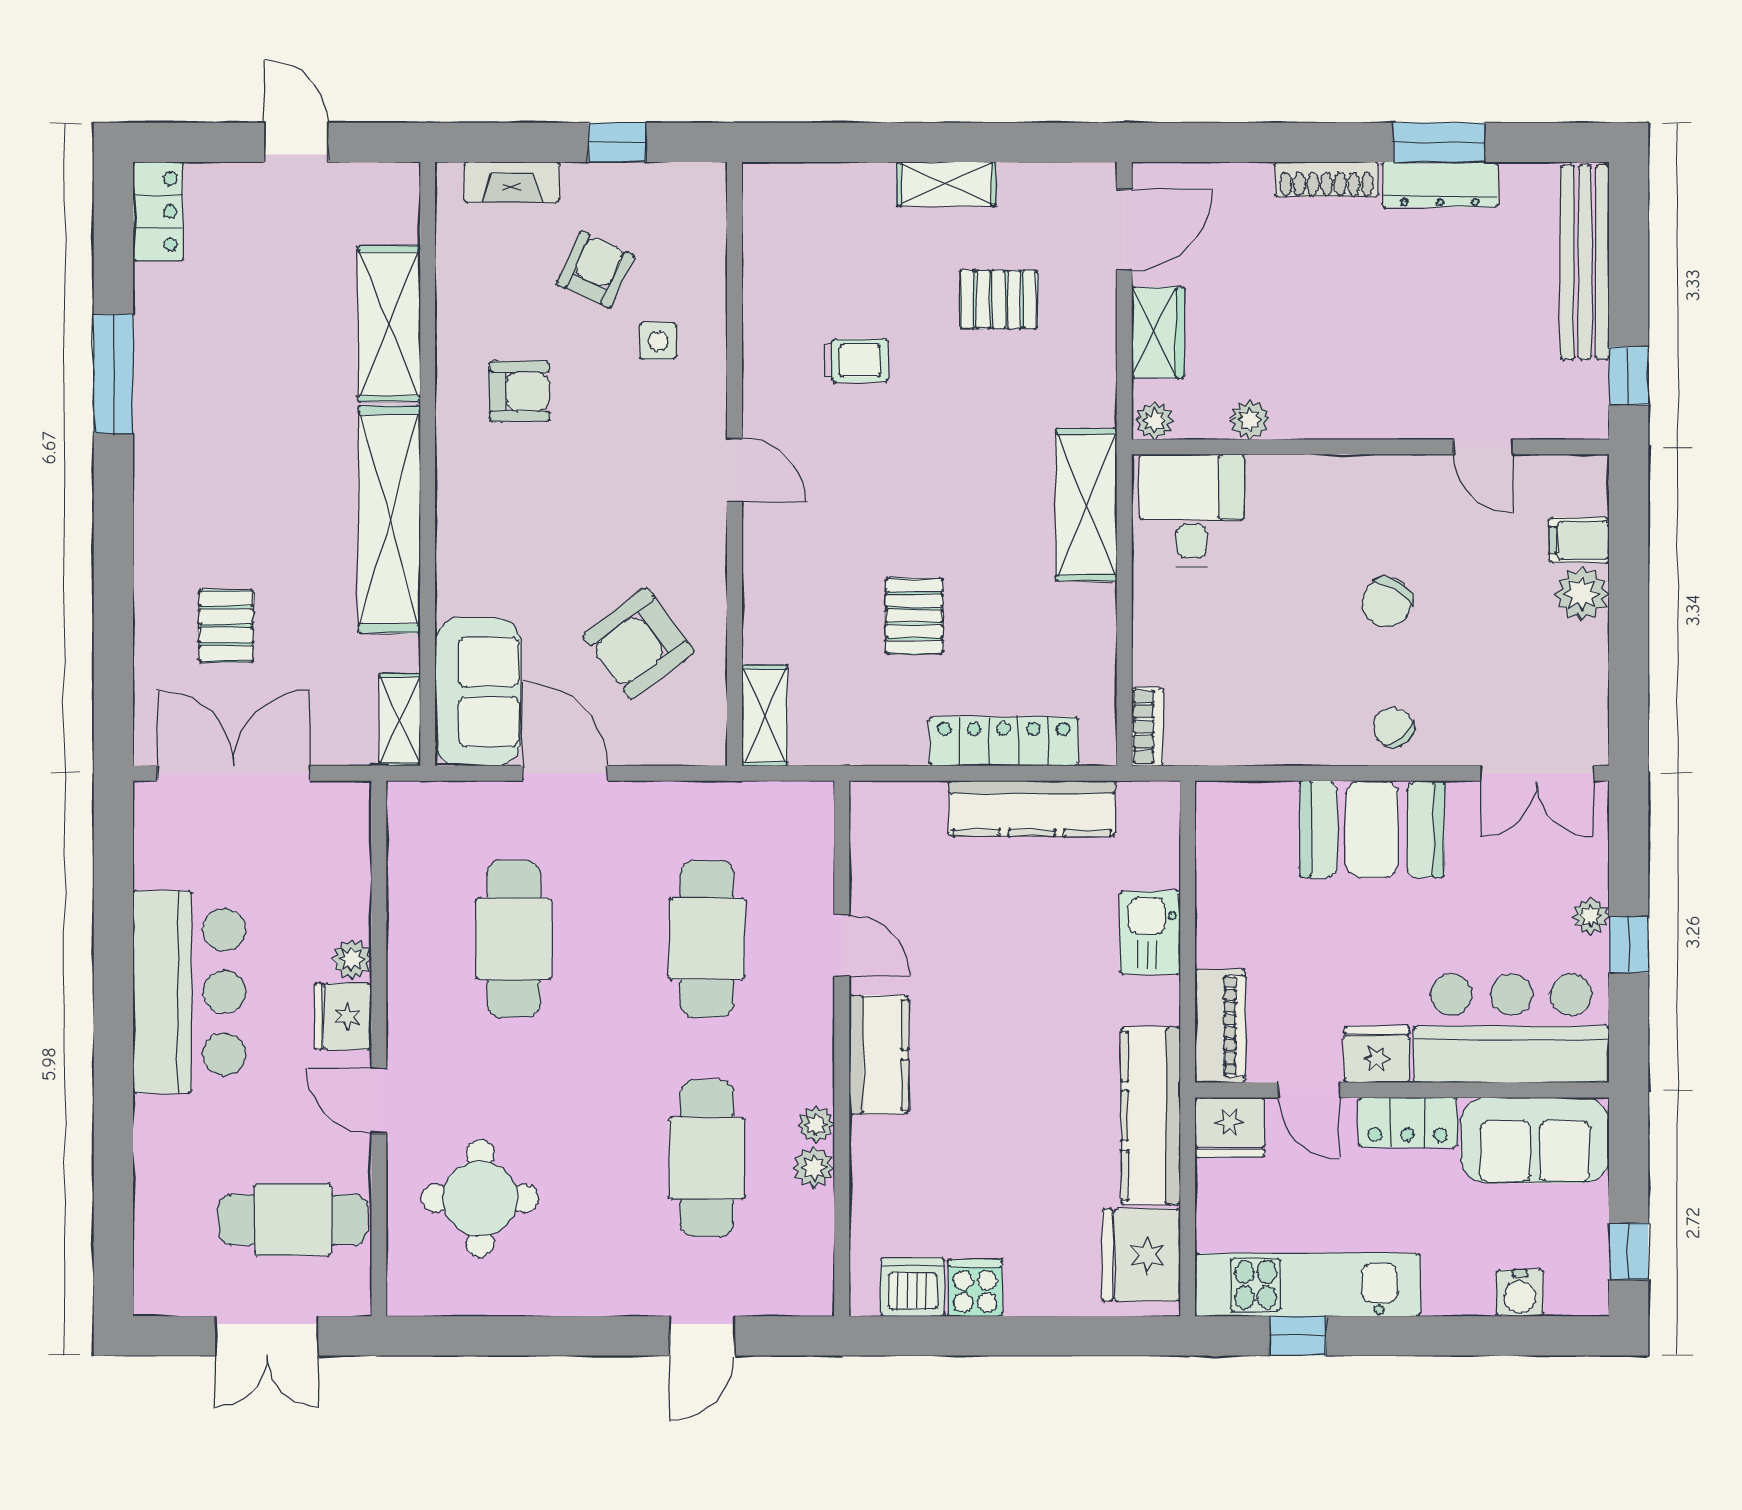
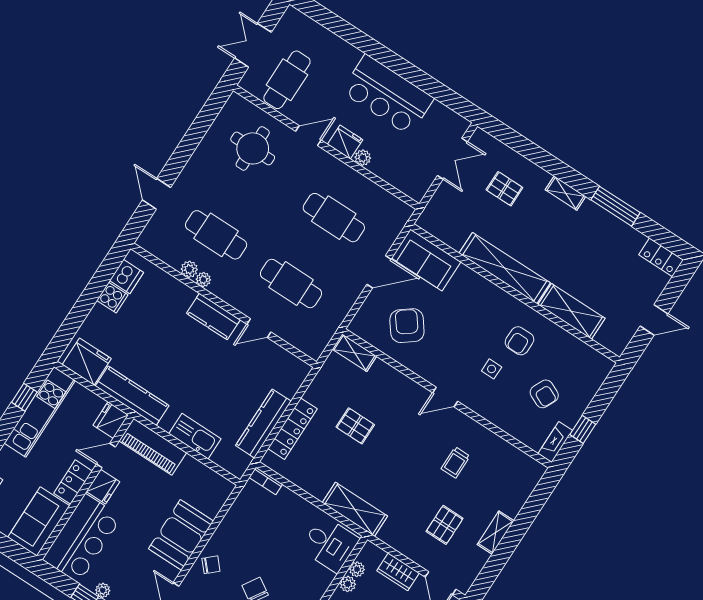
fireplace: (512, 182) -> (555, 442), moved
side table: (658, 341) -> (492, 369), moved
plant: (1154, 421) -> (357, 569), moved
shelving: (400, 720) -> (565, 193), moved
double door: (234, 773) -> (452, 159), width x0.73
kitchen sink: (1150, 932) -> (195, 436), width x1.38
piano: (1220, 1026) -> (153, 447), width x1.37, depth x1.33

